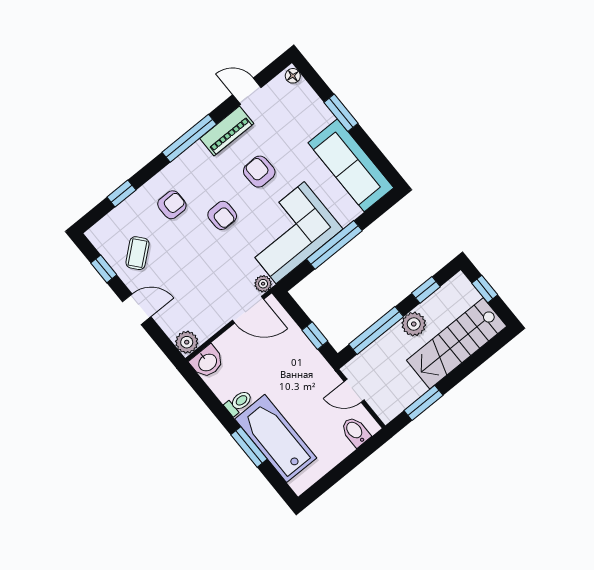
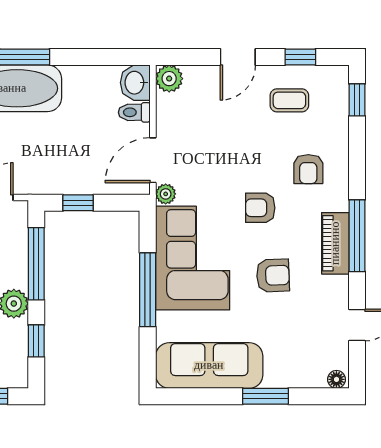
piano: (227, 131) -> (335, 243), moved
window: (121, 194) -> (357, 100), moved
coffee table: (137, 253) -> (289, 100), turned -50
toilet: (239, 403) -> (134, 112), moved, turned 90

